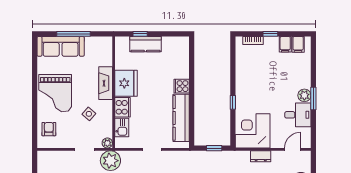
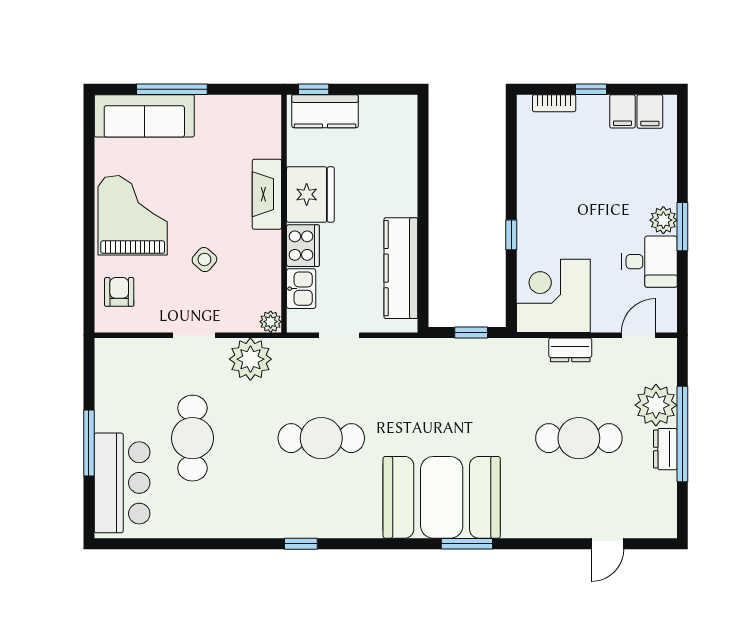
fireplace: (106, 83) -> (267, 194), moved
fridge: (126, 83) -> (310, 194), moved
cooker: (182, 86) -> (402, 200), removed
wall: (114, 92) -> (284, 214), moved
grand piano: (55, 93) -> (133, 215), turned 180
cooker: (123, 107) -> (303, 246), moved
kitchen sink: (122, 128) -> (301, 289), moved
plant: (107, 143) -> (271, 322), moved

